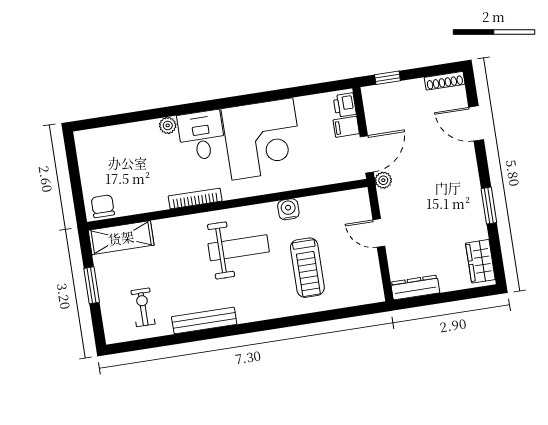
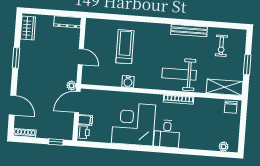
plant: (168, 125) -> (224, 147), moved
weight bench: (239, 248) -> (179, 74), moved

